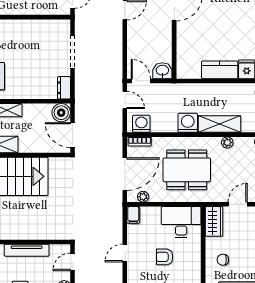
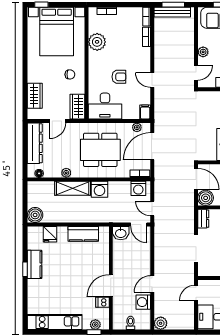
kitchen counter: (220, 70) -> (83, 234), moved
door: (125, 253) -> (152, 80), swing flipped

